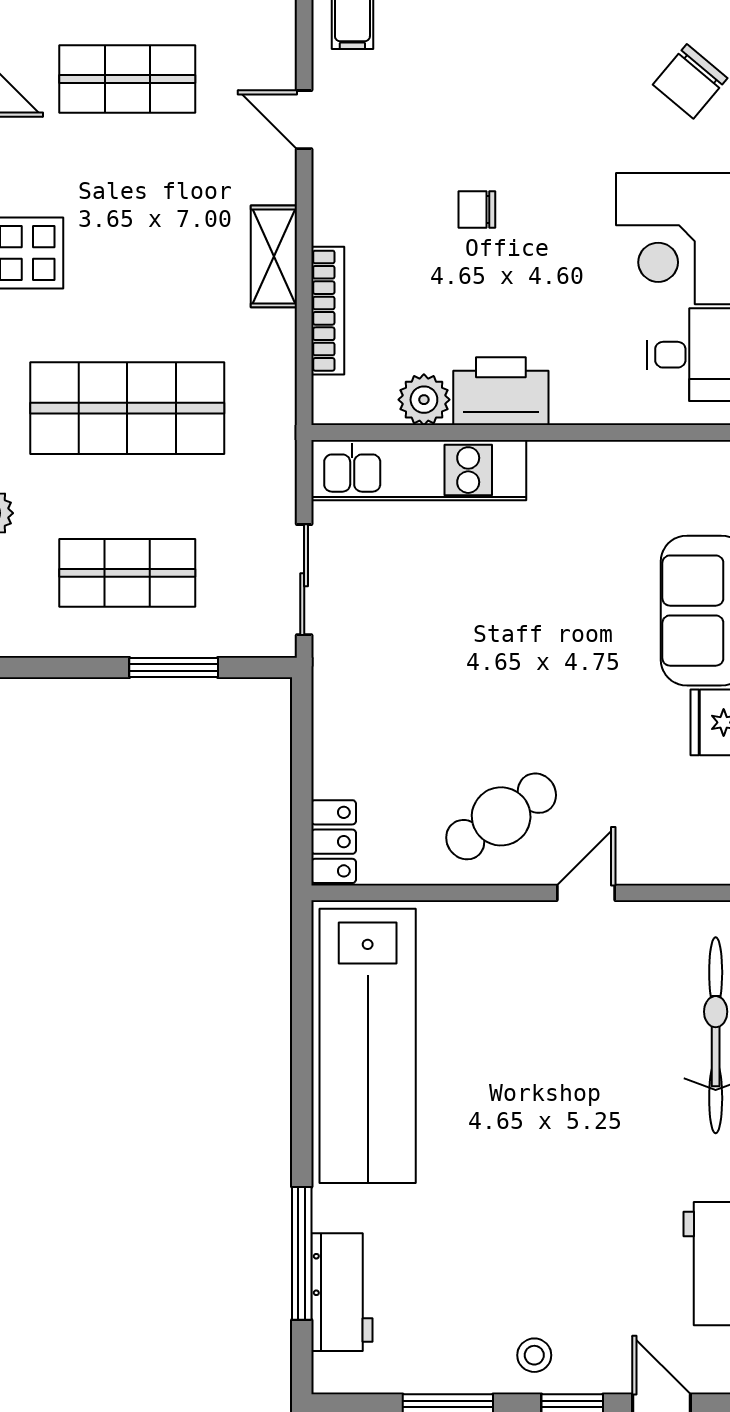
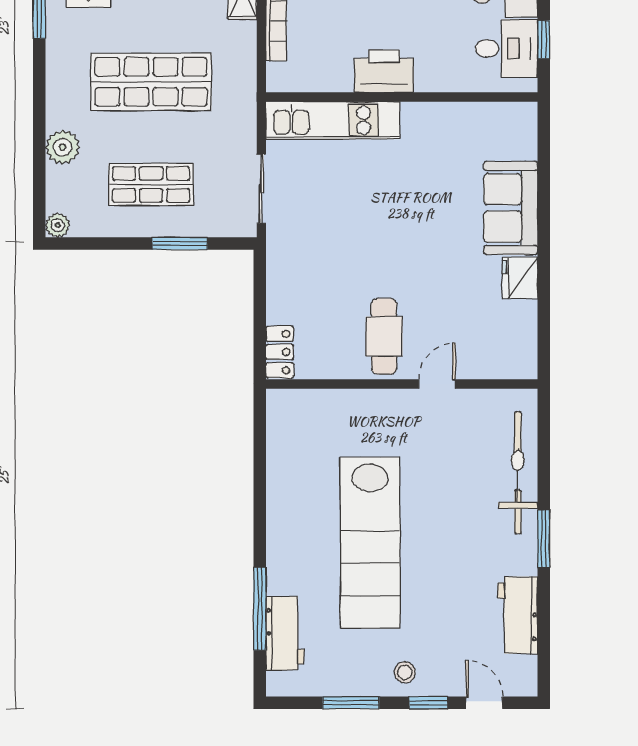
plant: (424, 400) -> (336, 76), removed
cafe table: (501, 816) -> (384, 336), turned -57
lab bench: (368, 1046) -> (370, 543), moved

